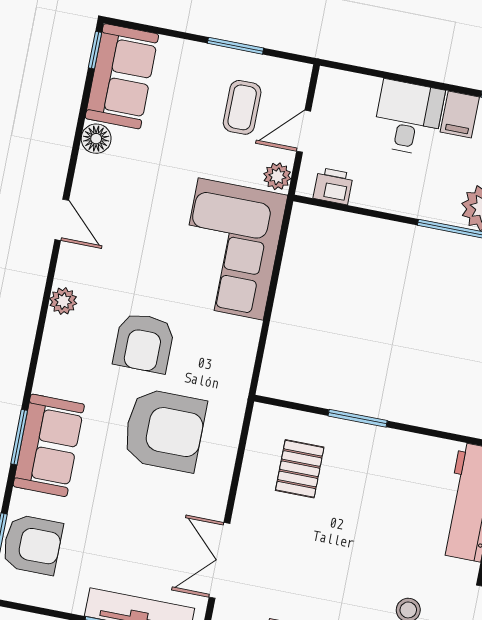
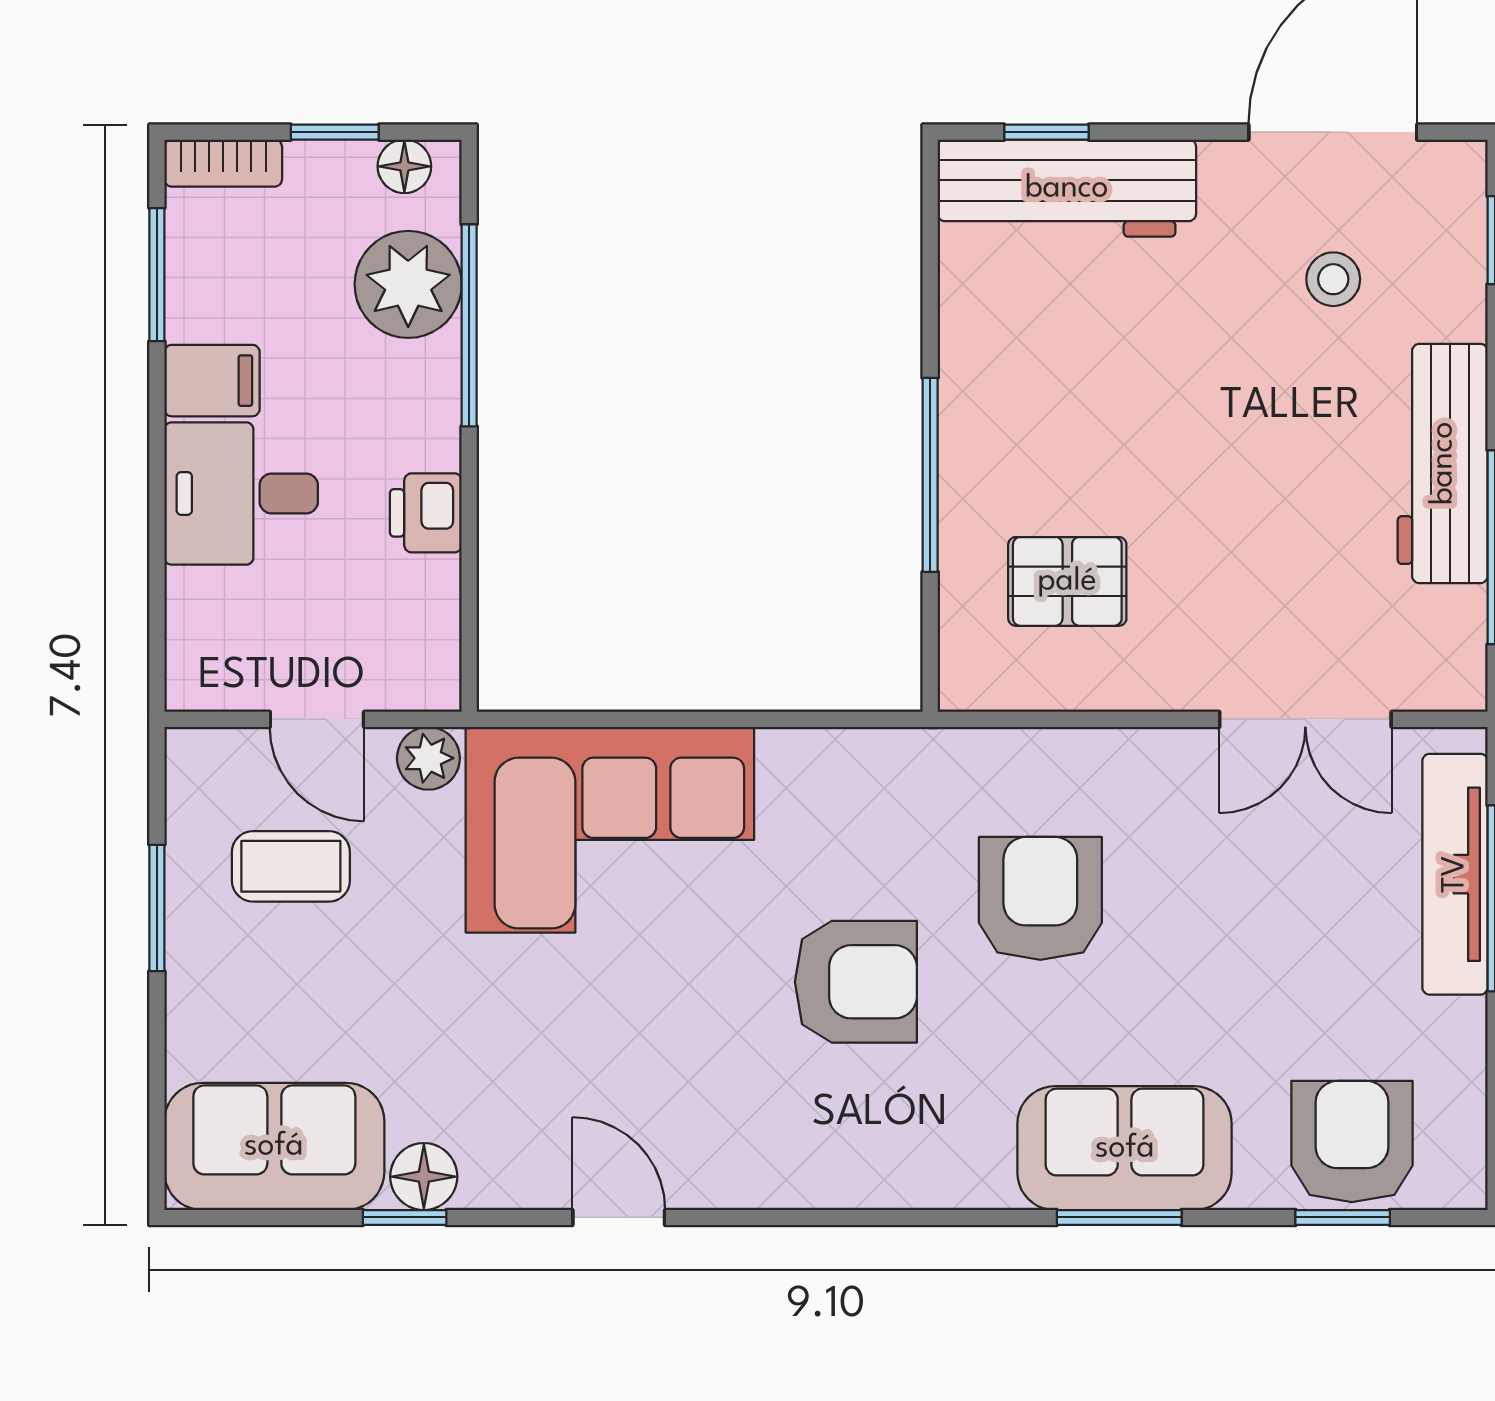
window: (95, 50) -> (405, 1217), moved
printer: (333, 186) -> (426, 513), moved
door: (62, 220) -> (619, 1217), hinge flipped
plant: (63, 301) -> (798, 1179), removed
window: (358, 418) -> (930, 475), width x1.44
armchair: (164, 430) -> (1040, 898), width x0.73, depth x0.73

